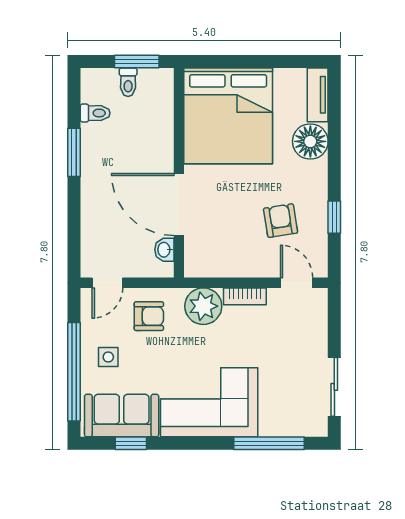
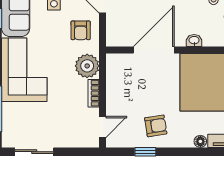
floor lamp: (310, 141) -> (200, 141), width x0.53, depth x0.53
armchair: (281, 221) -> (156, 126), moved
washbasin: (164, 250) -> (194, 40), moved

